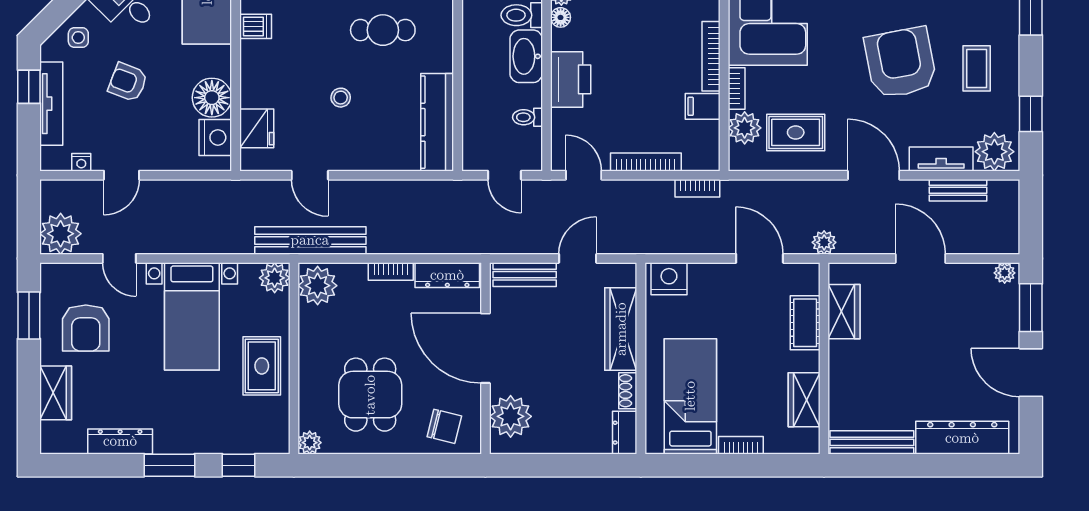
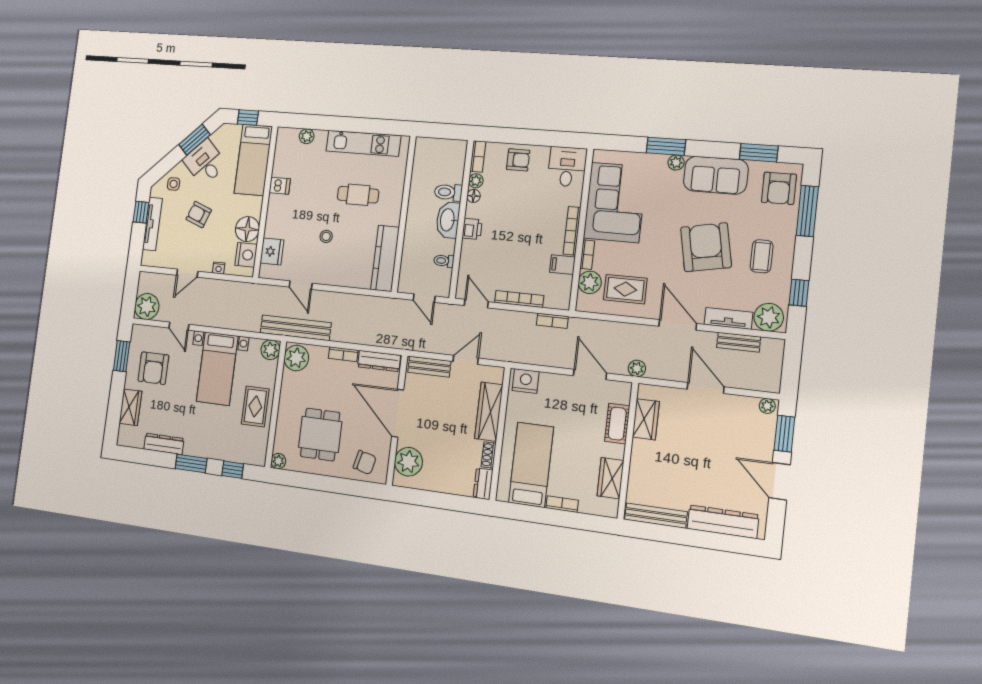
printer: (571, 79) -> (472, 229), width x0.53, depth x0.68
nightstand: (81, 162) -> (219, 268), moved

